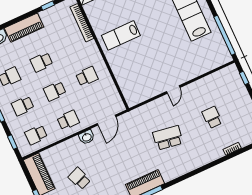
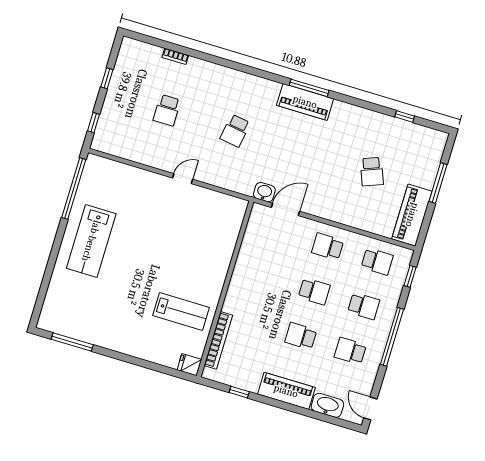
lab bench: (121, 35) -> (181, 311), moved
school desk: (41, 62) -> (301, 336), turned 180
school desk: (87, 76) -> (265, 276), removed
washbasin: (87, 137) -> (264, 192), moved
school desk: (168, 138) -> (235, 131), width x0.54

